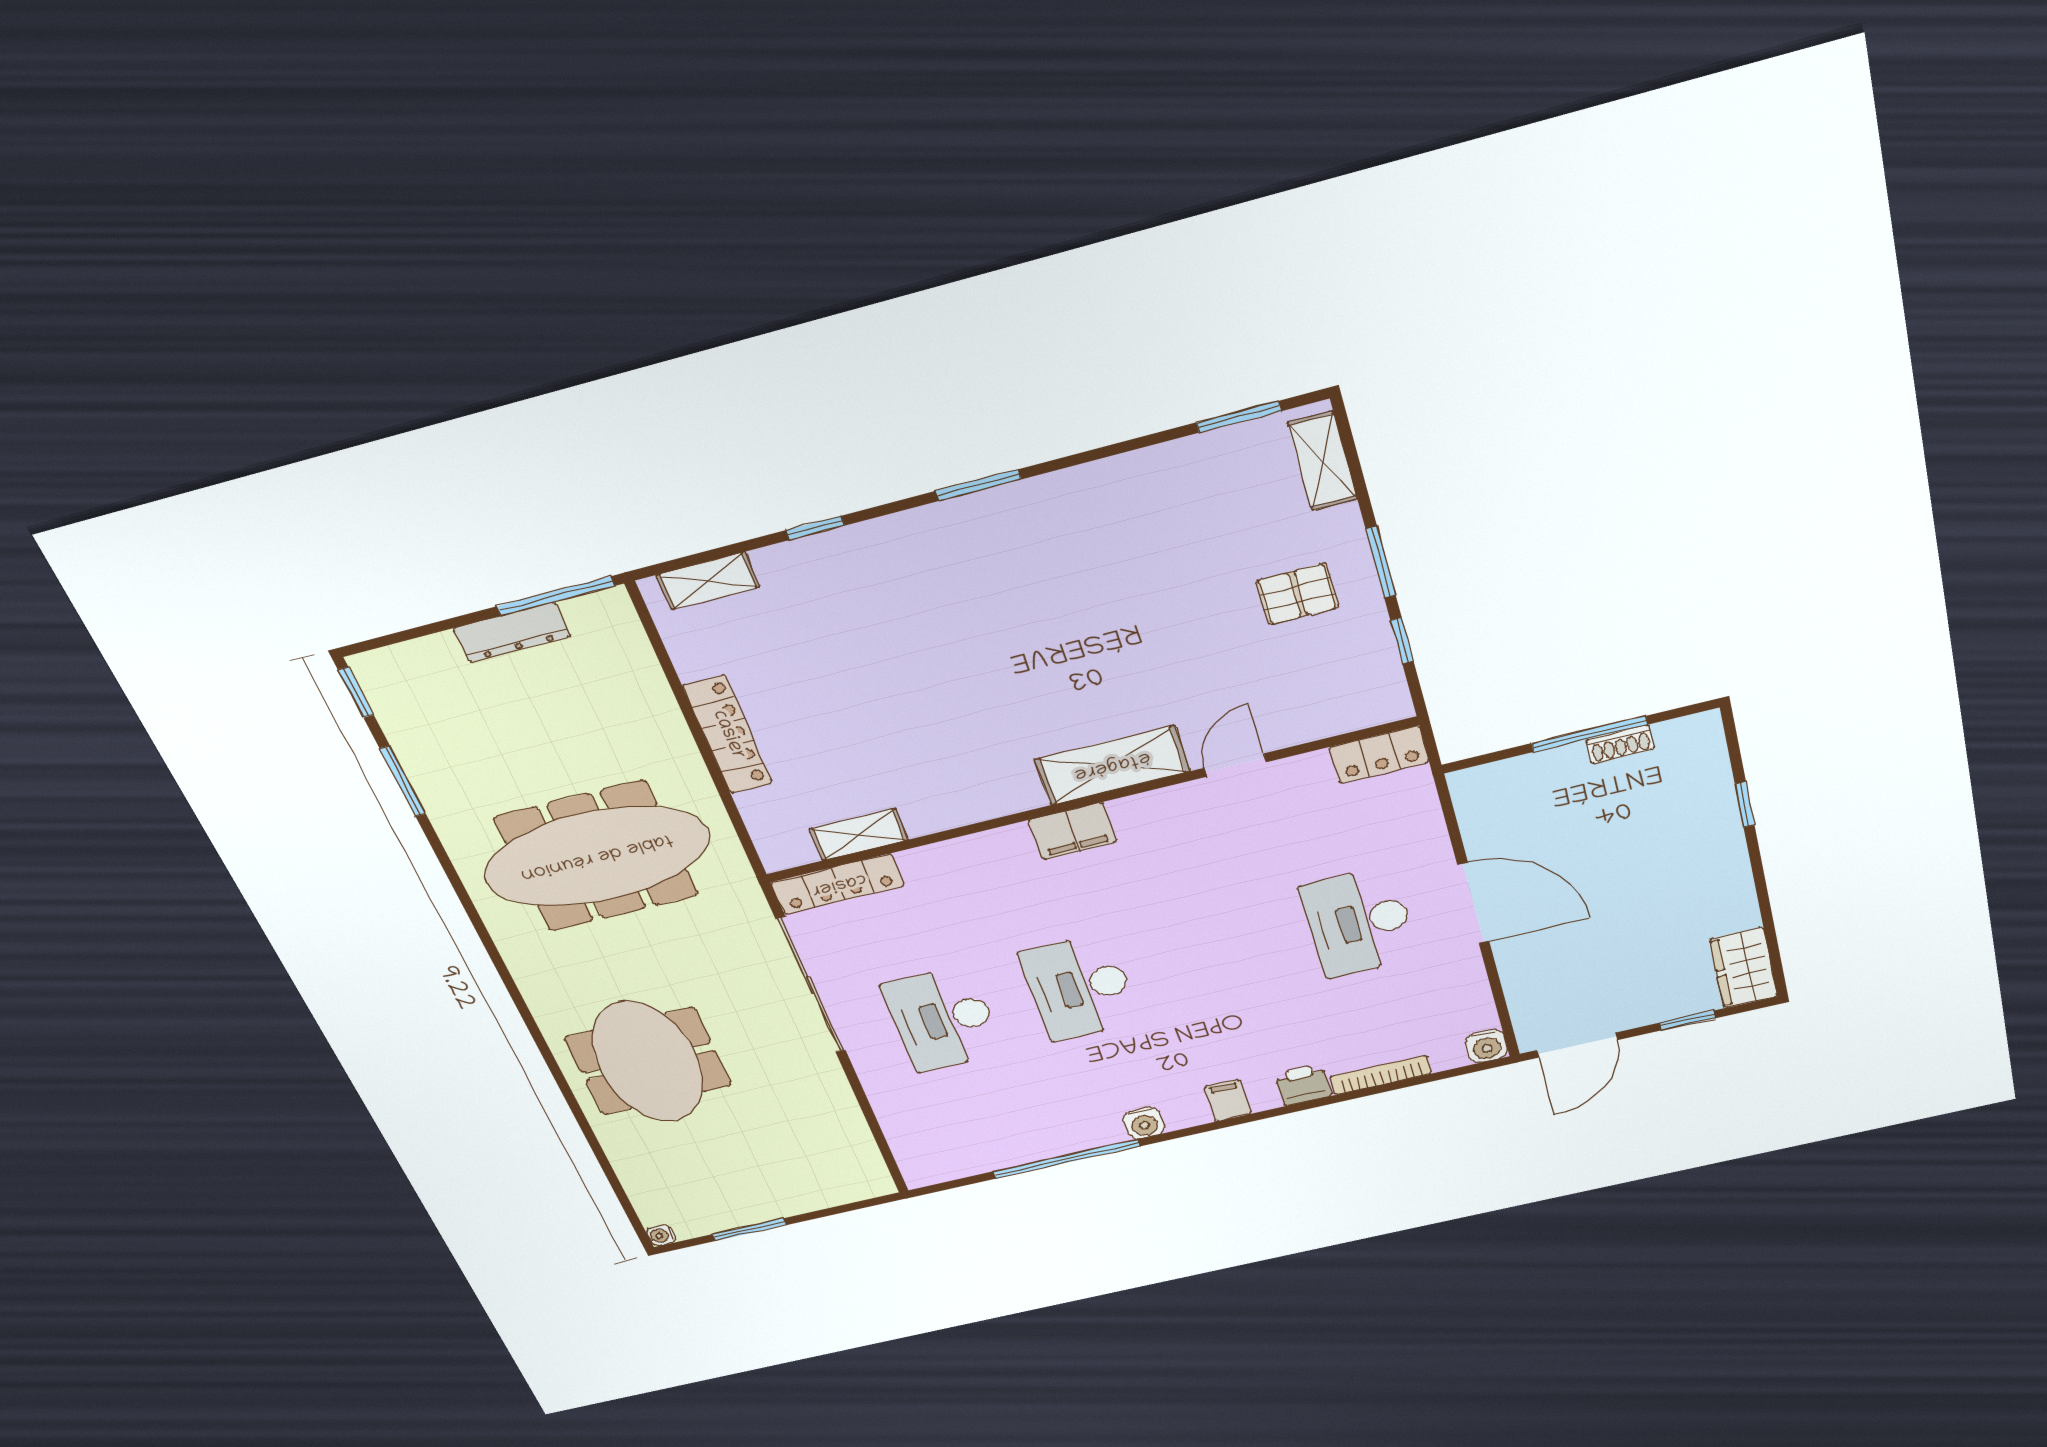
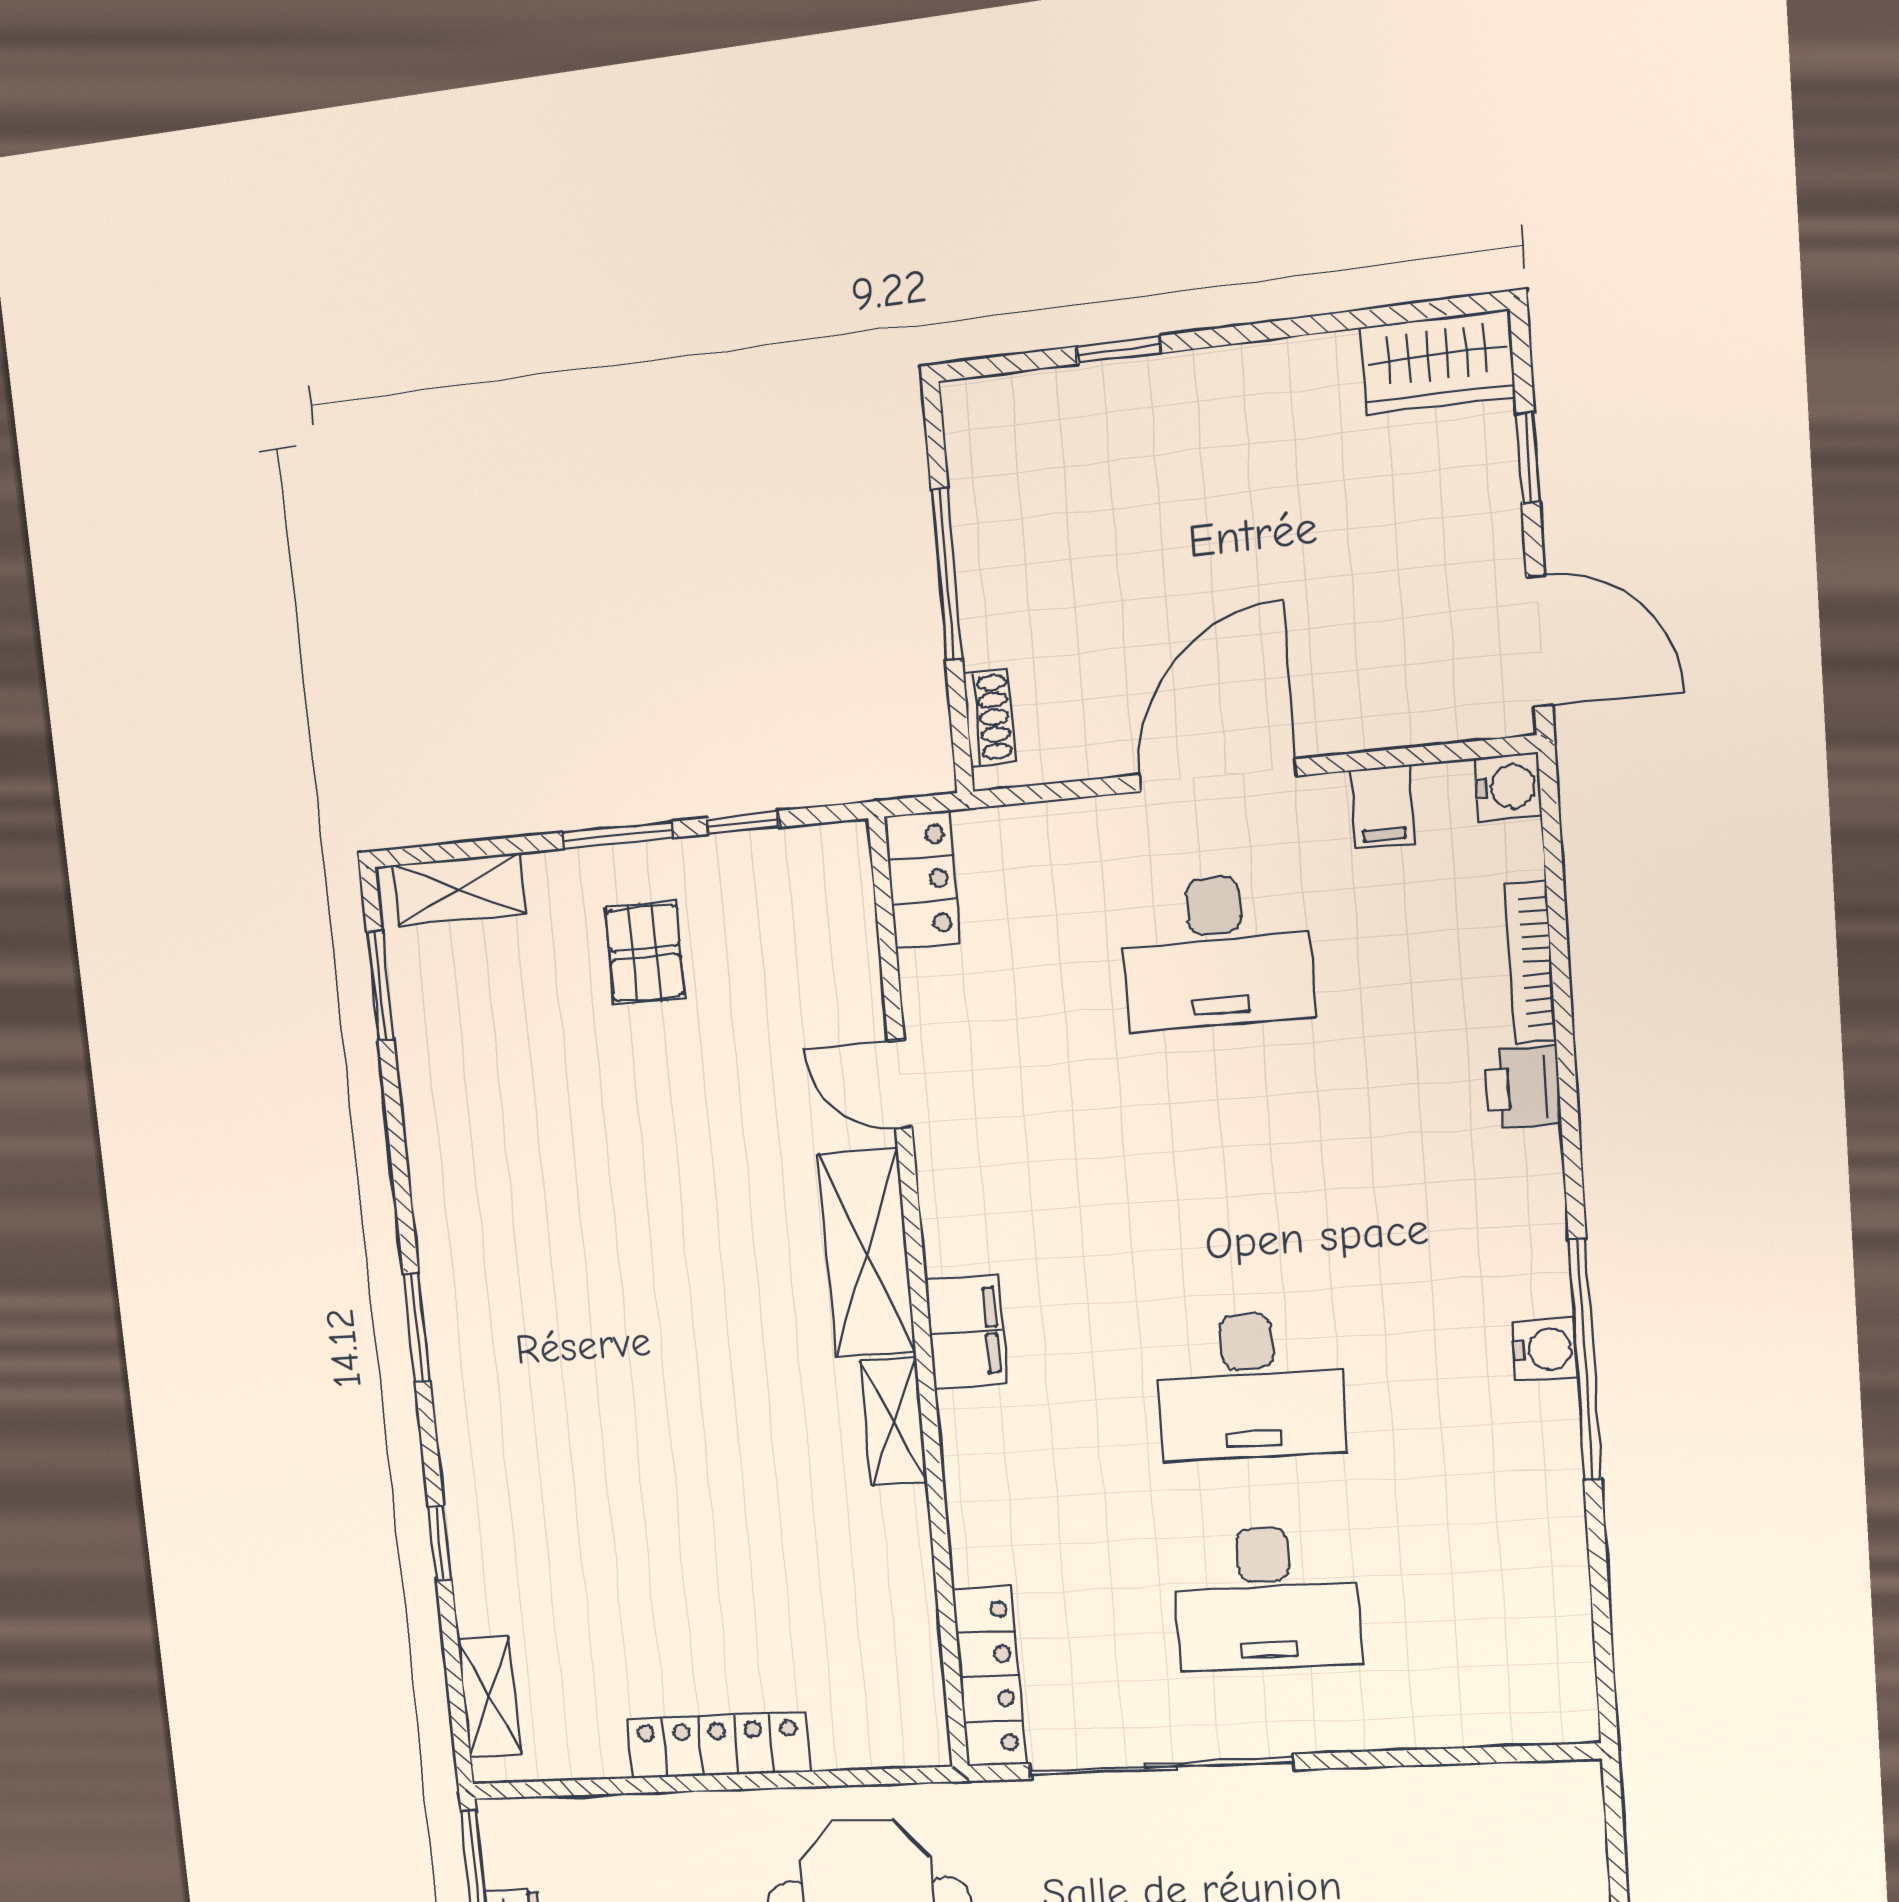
shoe rack: (1620, 744) -> (989, 718), moved
shelving: (859, 835) -> (894, 1421), moved
filing cabinet: (1228, 1100) -> (1383, 807), moved, turned -90
window: (1066, 1159) -> (1585, 1360), moved

